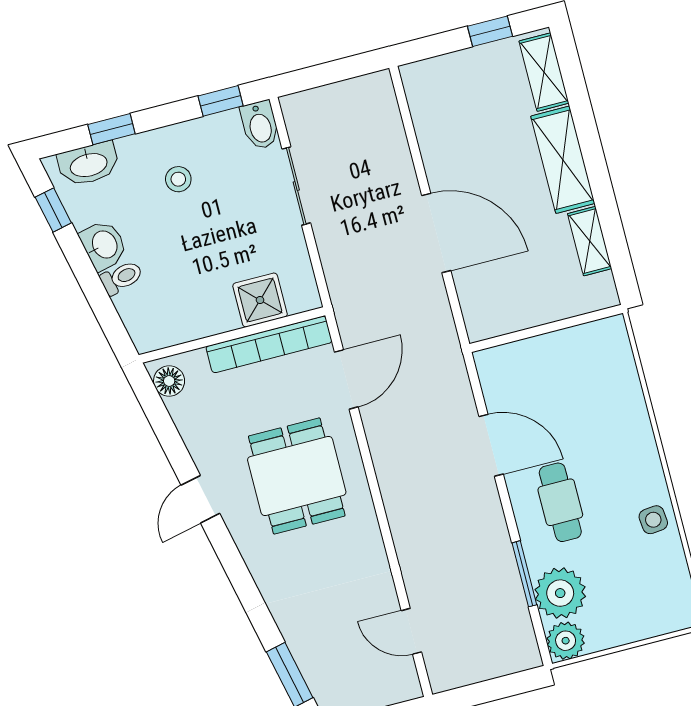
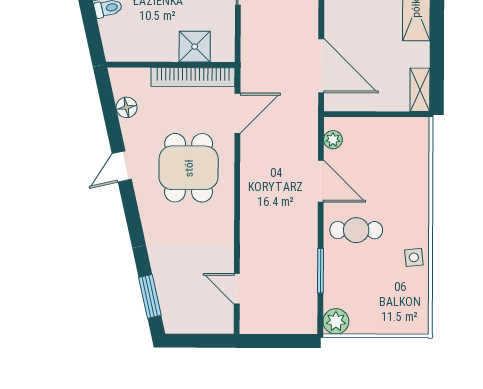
door: (436, 233) -> (321, 66), moved
shelving: (590, 241) -> (420, 90), moved
floor lamp: (169, 381) -> (127, 107), moved
cafe table: (560, 502) -> (356, 230), turned 90
plant: (560, 593) -> (333, 140), moved, width x0.53, depth x0.53

